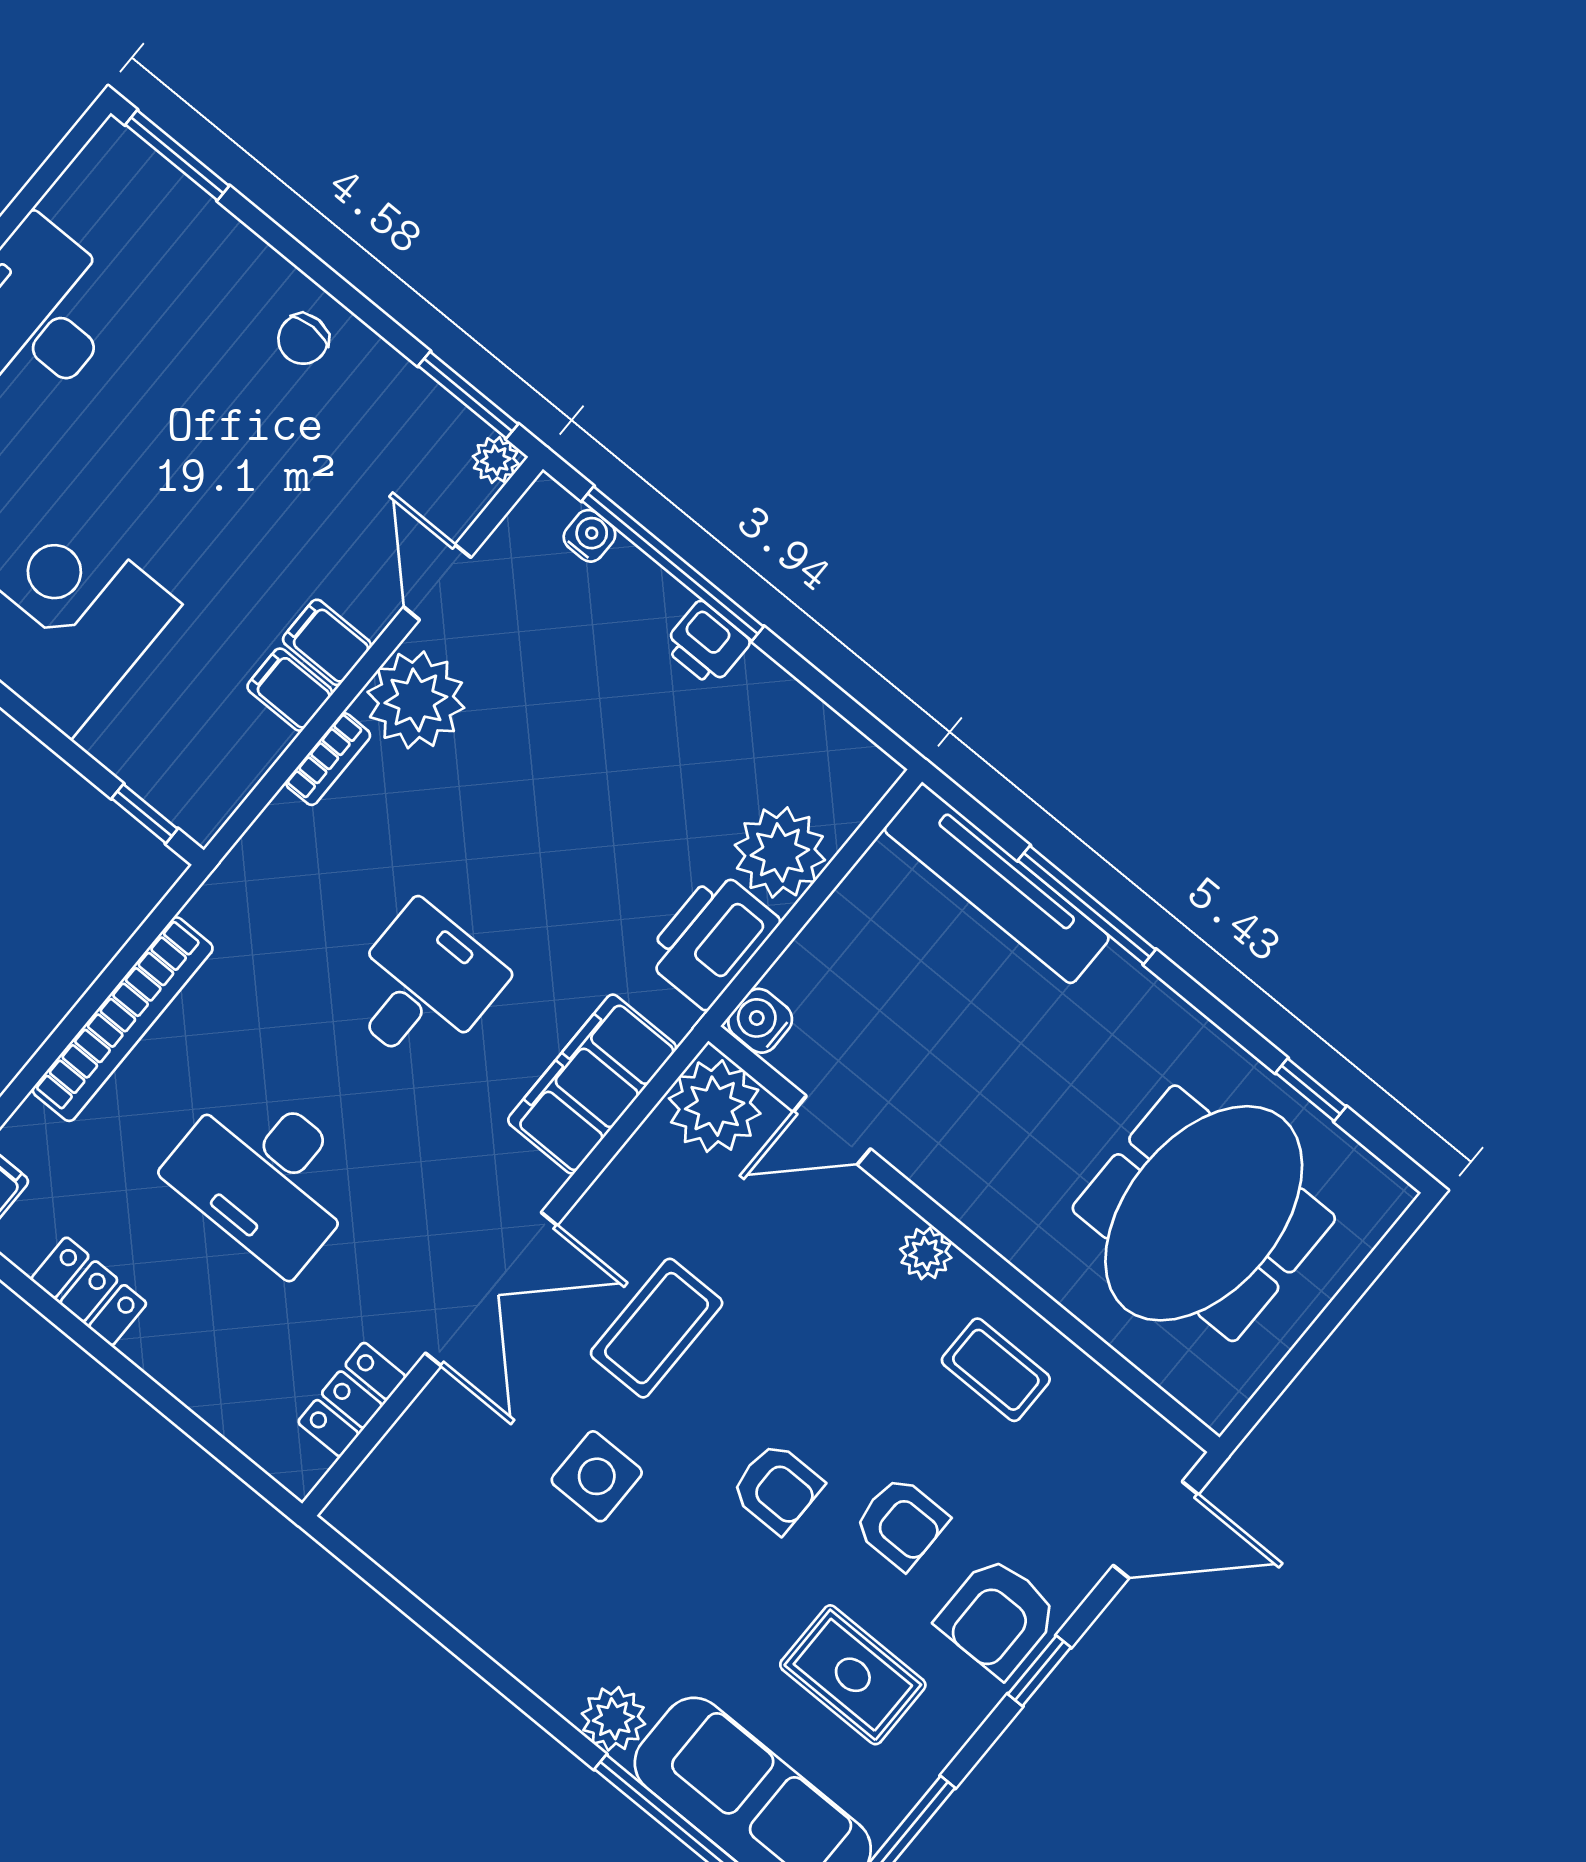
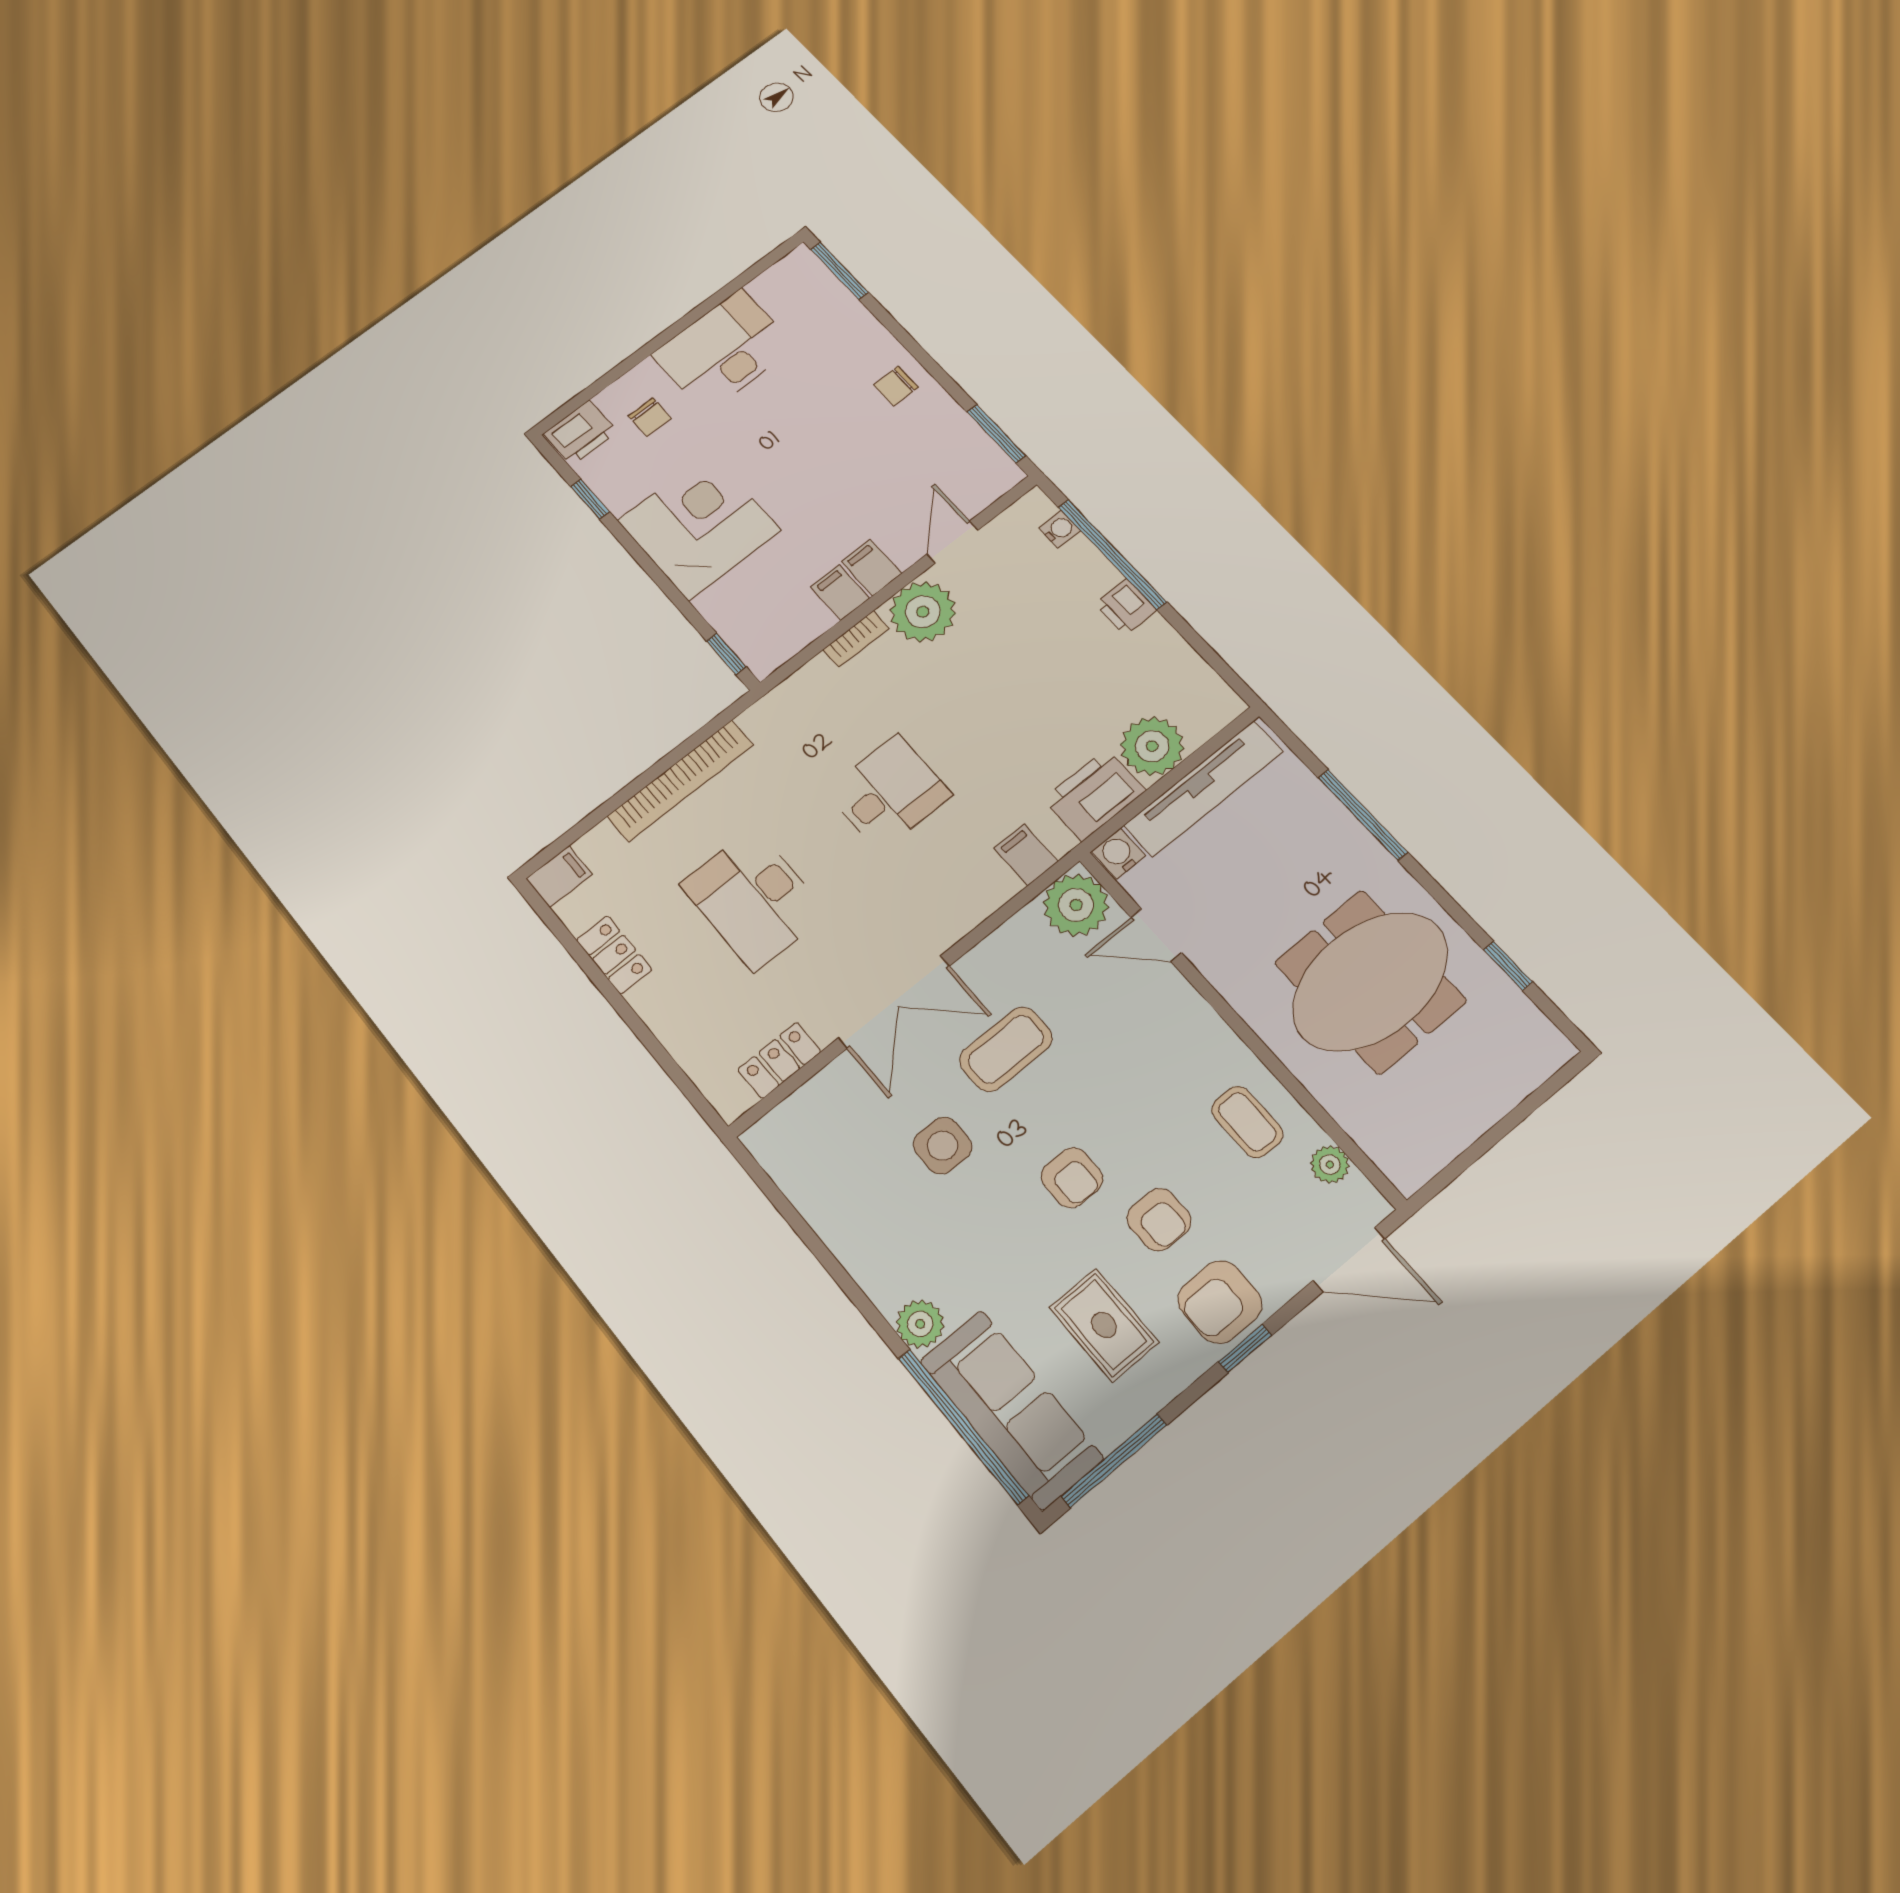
plant: (496, 460) -> (1006, 475), removed
tv unit: (997, 884) -> (1204, 788), moved, turned -90
filing cabinet: (592, 1084) -> (1026, 855), width x0.33, depth x0.86
meeting table: (1204, 1213) -> (1370, 982), moved
plant: (926, 1253) -> (1330, 1164), moved

